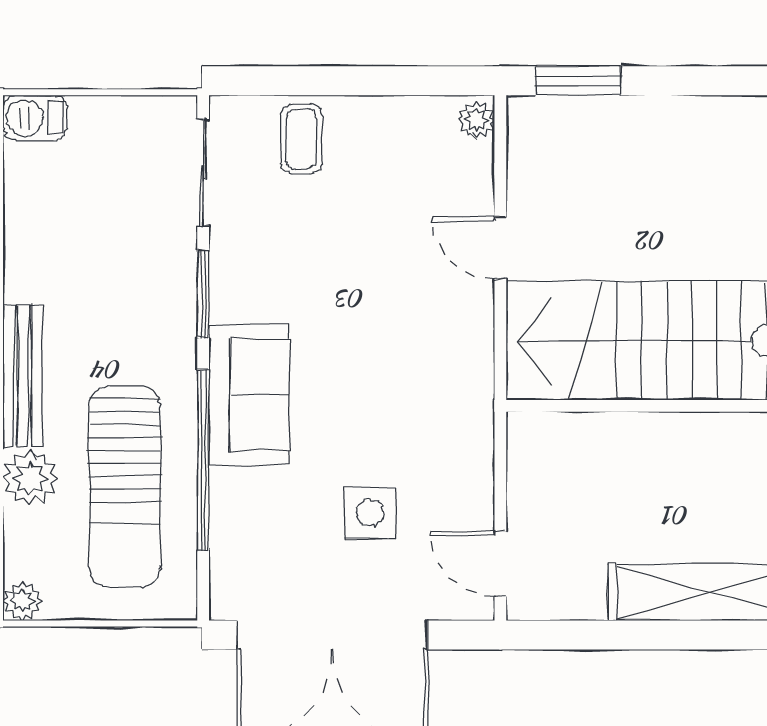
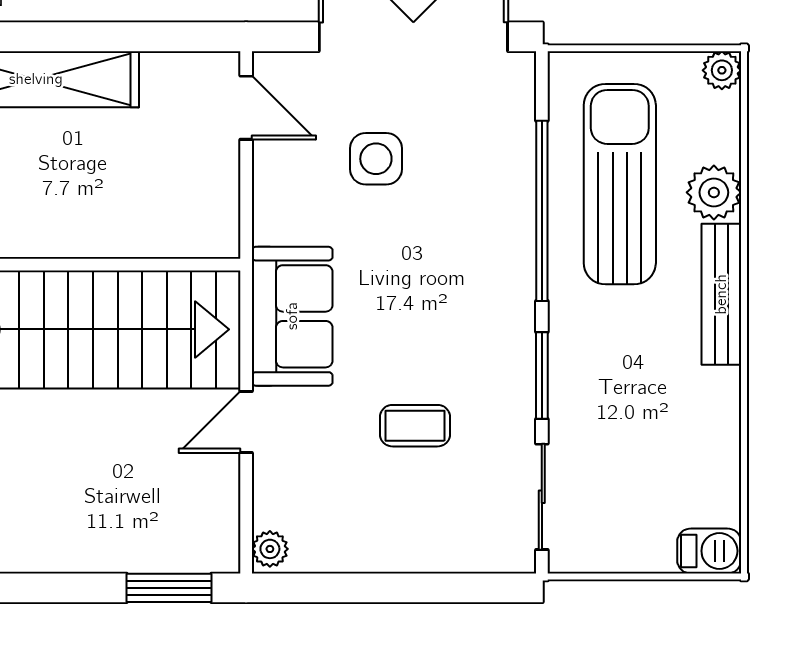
coffee table: (301, 139) -> (415, 426), moved, turned 90
door: (500, 248) -> (246, 422), swing flipped
sofa: (249, 395) -> (292, 316), moved, turned 180

